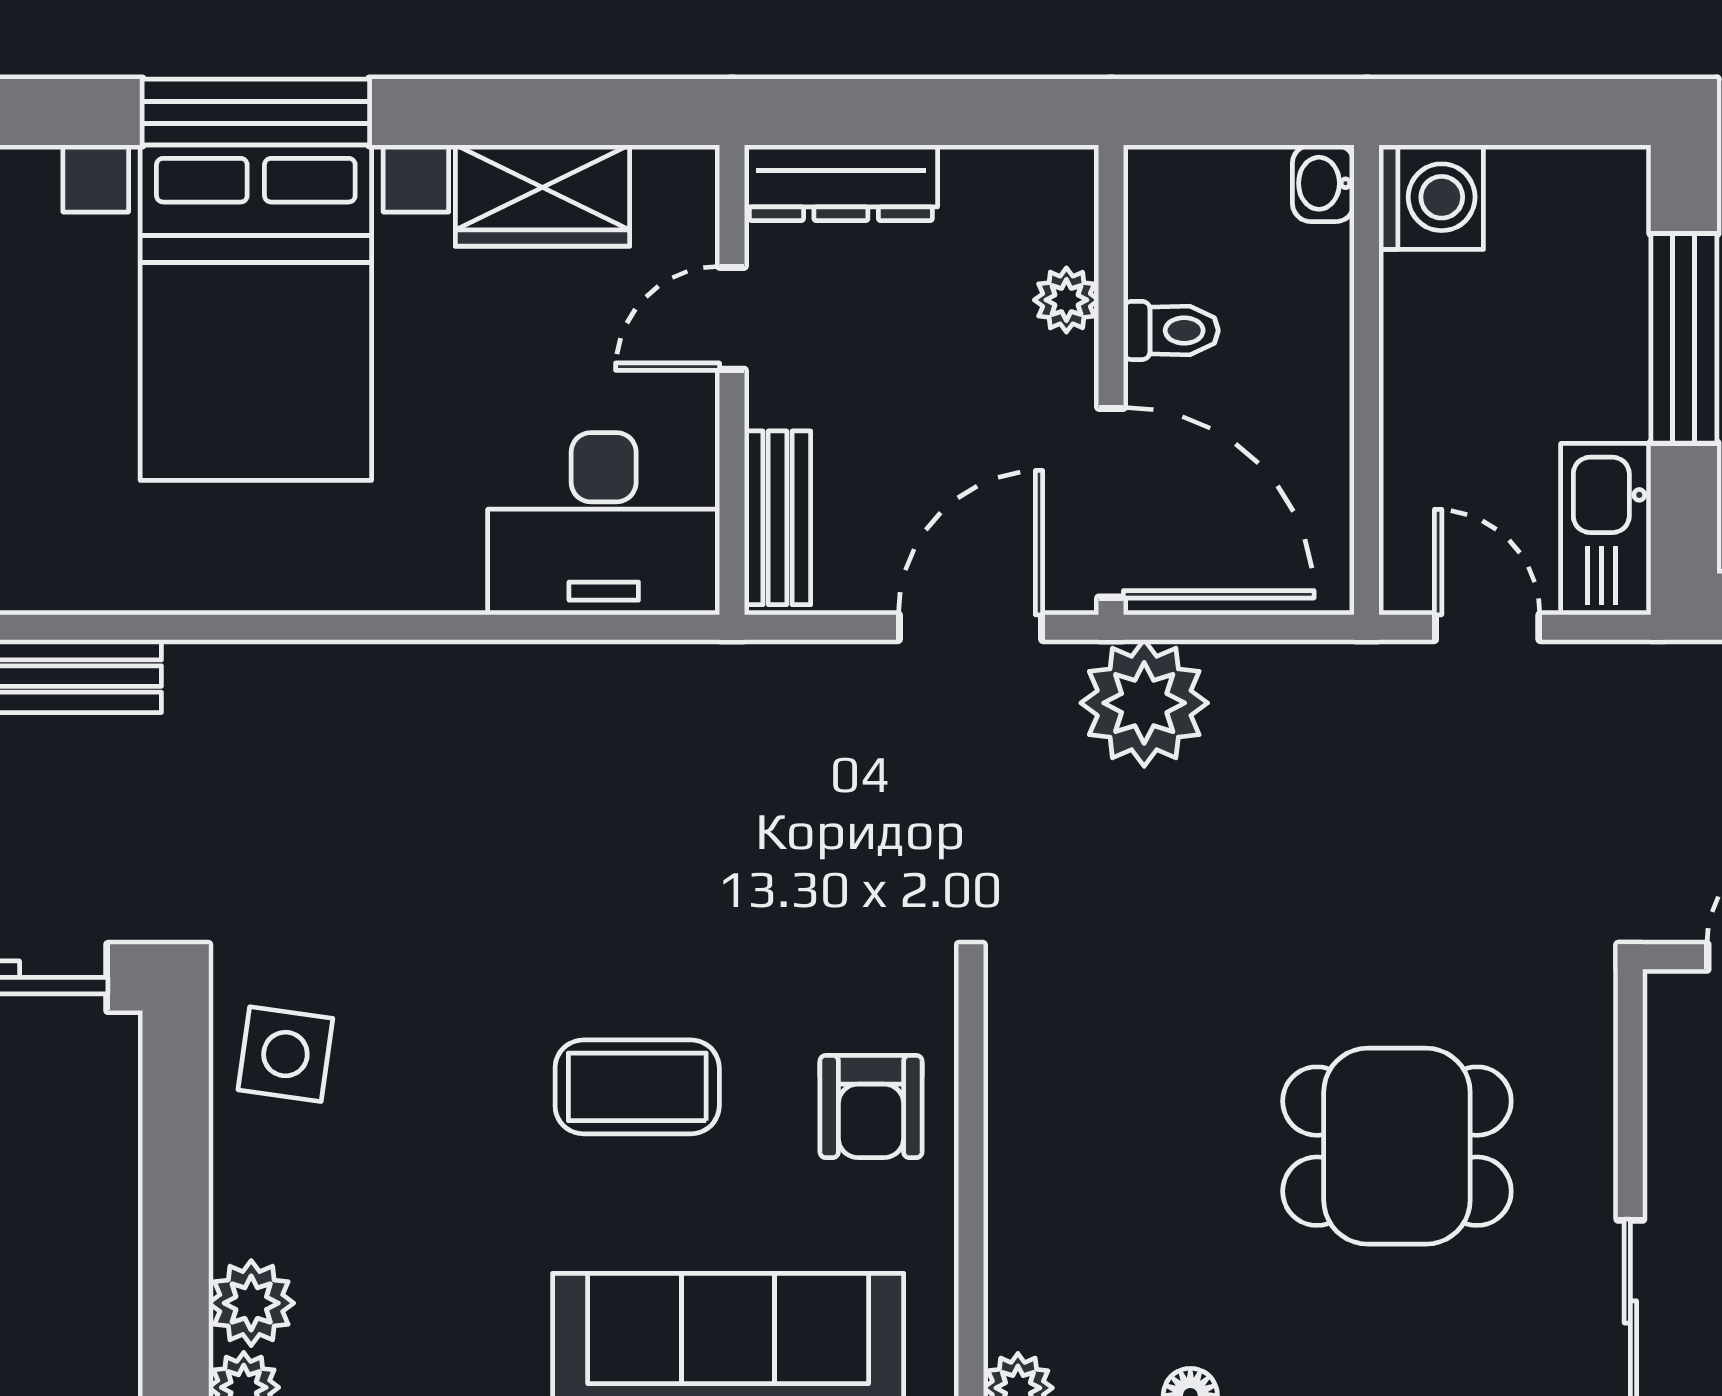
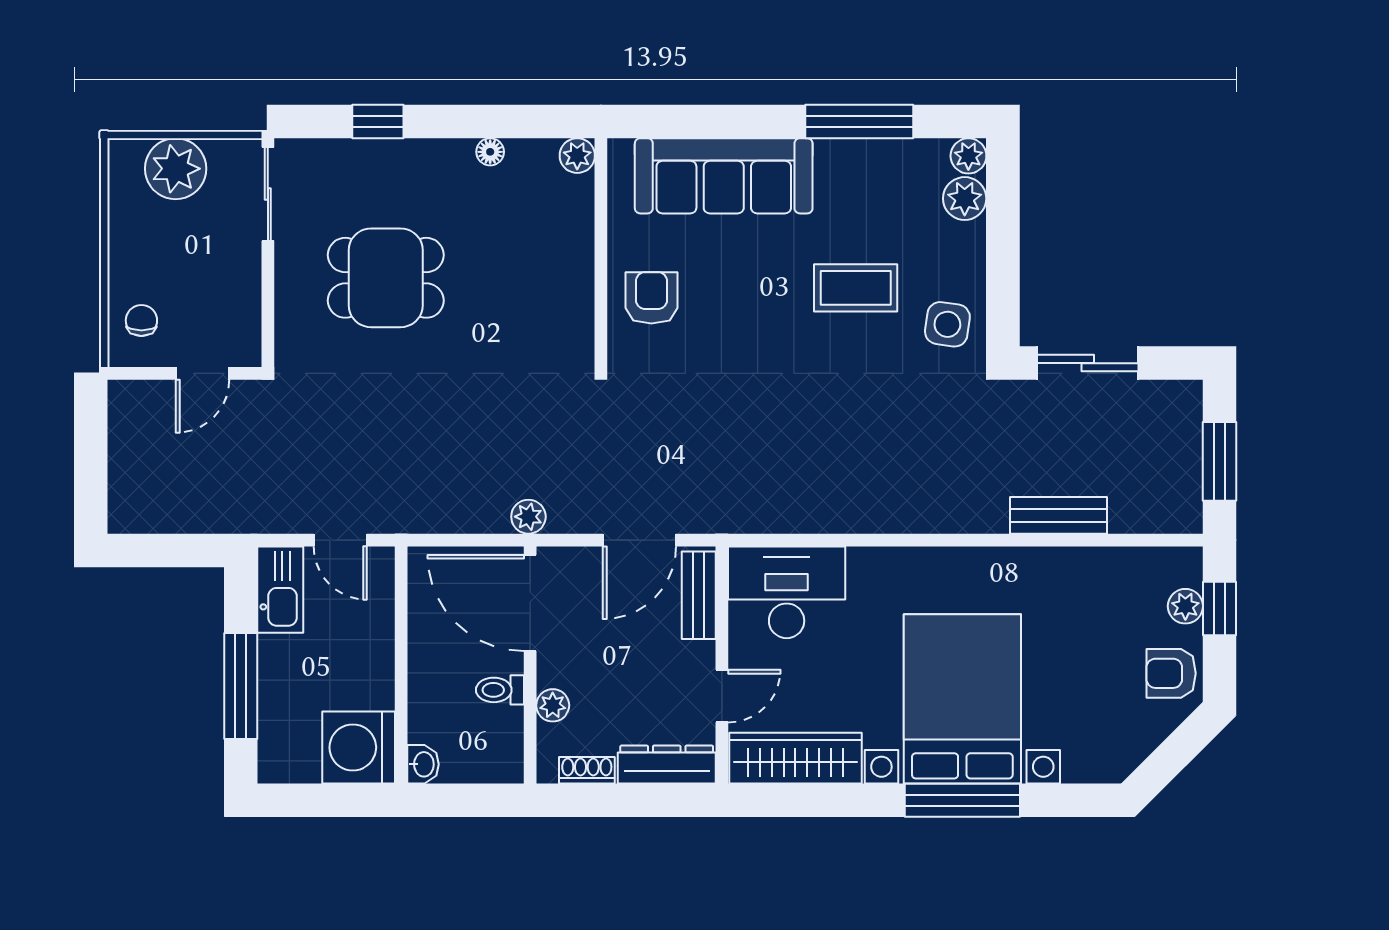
shoe rack: (999, 172) -> (587, 770), added
wardrobe: (543, 196) -> (795, 758), width x1.50
washing machine: (1431, 197) -> (359, 747), width x1.37, depth x1.37
door: (971, 627) -> (639, 540), moved
plant: (1144, 703) -> (528, 517), width x0.53, depth x0.53
coffee table: (637, 1087) -> (856, 288), moved

